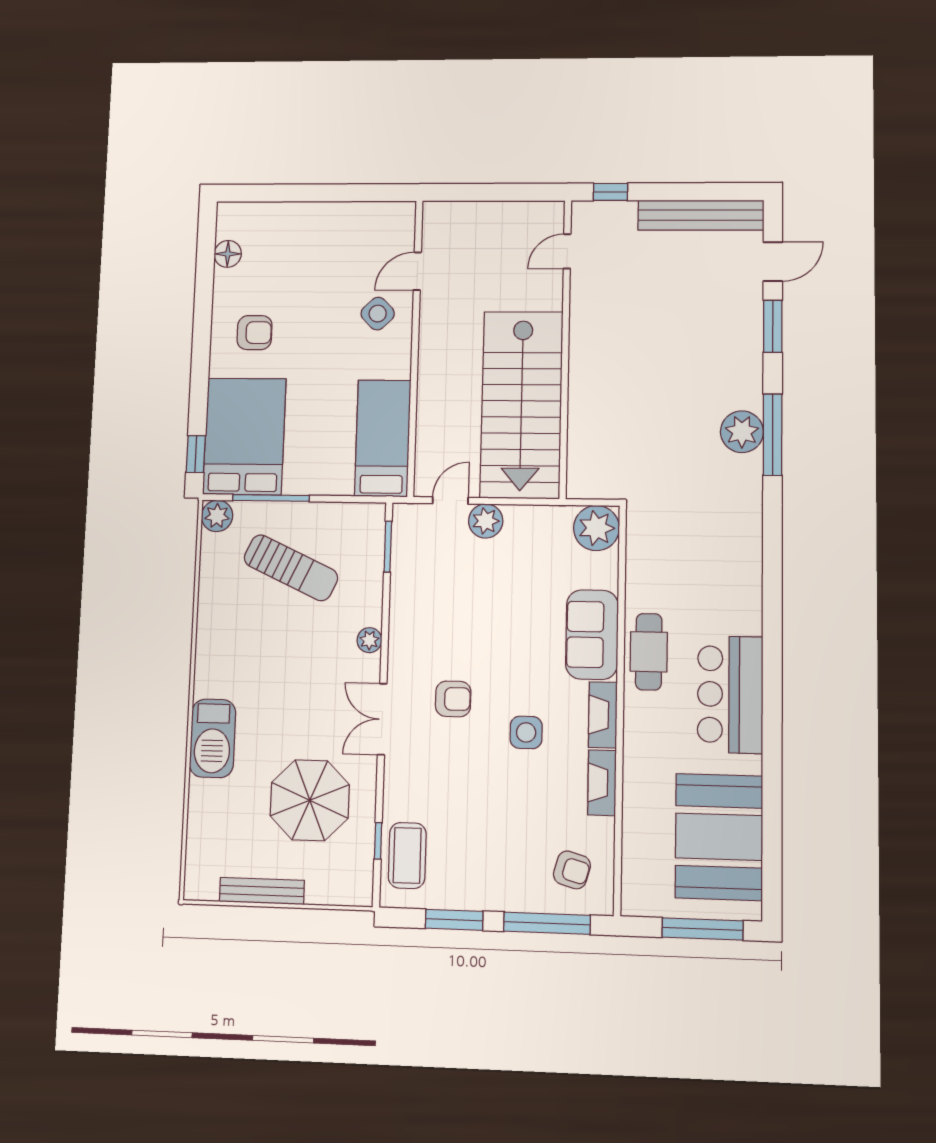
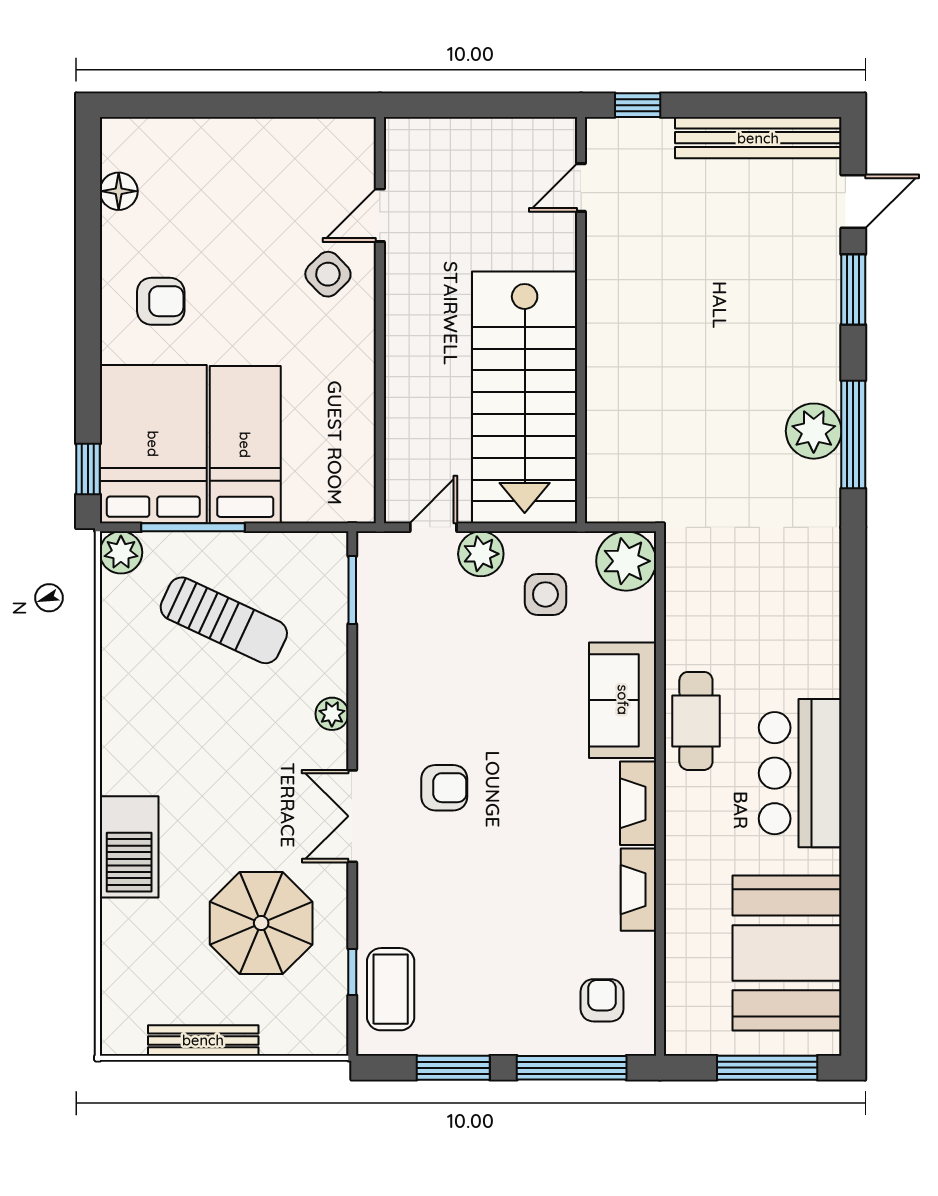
bed: (383, 438) -> (245, 445), moved
side table: (526, 732) -> (545, 594), moved
armchair: (572, 870) -> (602, 1000), turned -106

